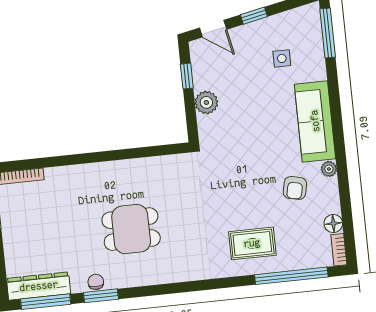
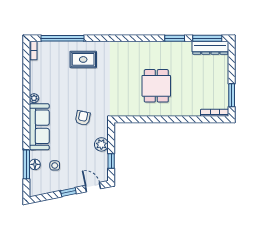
window: (328, 33) -> (26, 164), moved
armchair: (295, 188) -> (83, 118), moved
floor lamp: (333, 223) -> (35, 164), moved
dining table: (131, 229) -> (156, 86), moved, turned 90
chair: (96, 282) -> (177, 47), removed

